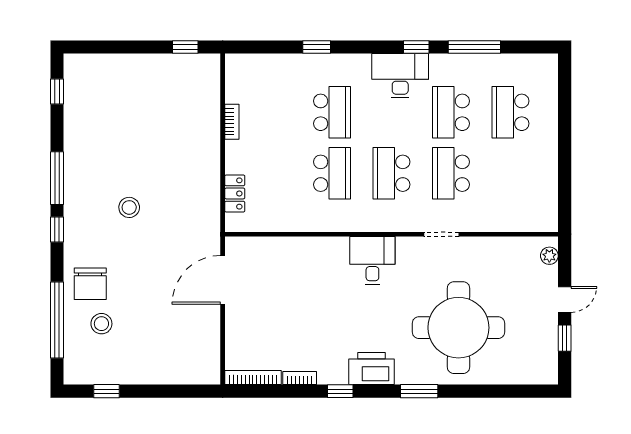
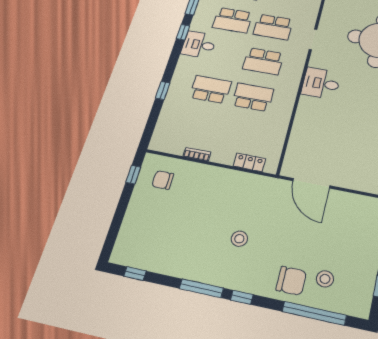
desk: (400, 76) -> (199, 45), width x0.73
chair: (186, 88) -> (163, 180), added

